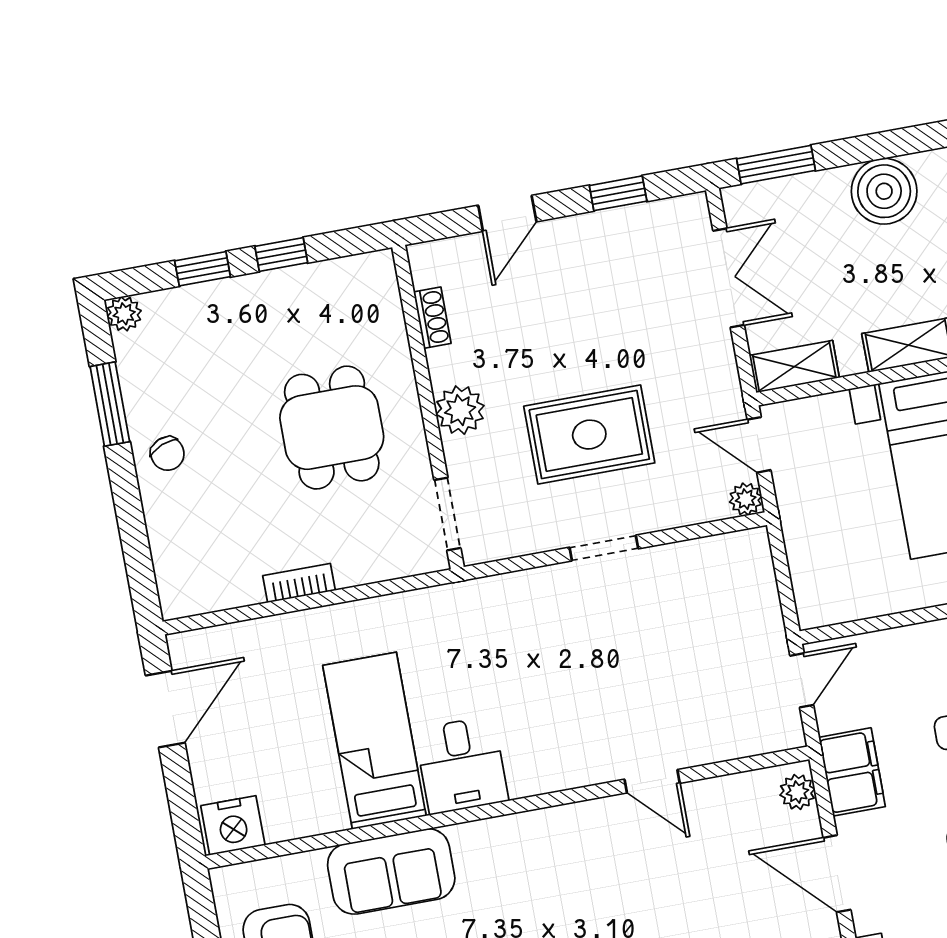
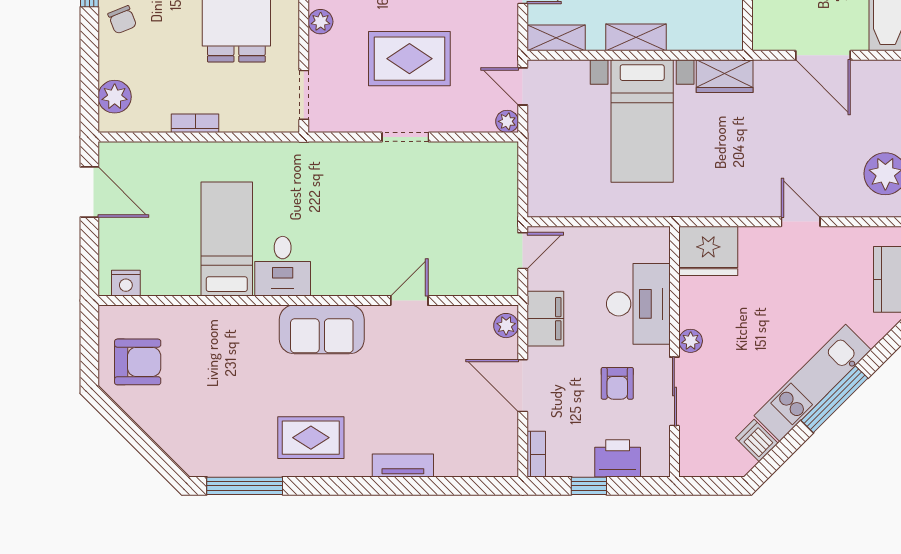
plant: (460, 410) -> (321, 22), width x0.73, depth x0.73
plant: (177, 566) -> (115, 97), added
door: (165, 709) -> (89, 192), hinge flipped
door: (652, 781) -> (409, 301), swing flipped
nightstand: (233, 825) -> (126, 283), width x0.74, depth x0.75
sofa: (391, 871) -> (322, 329), moved

